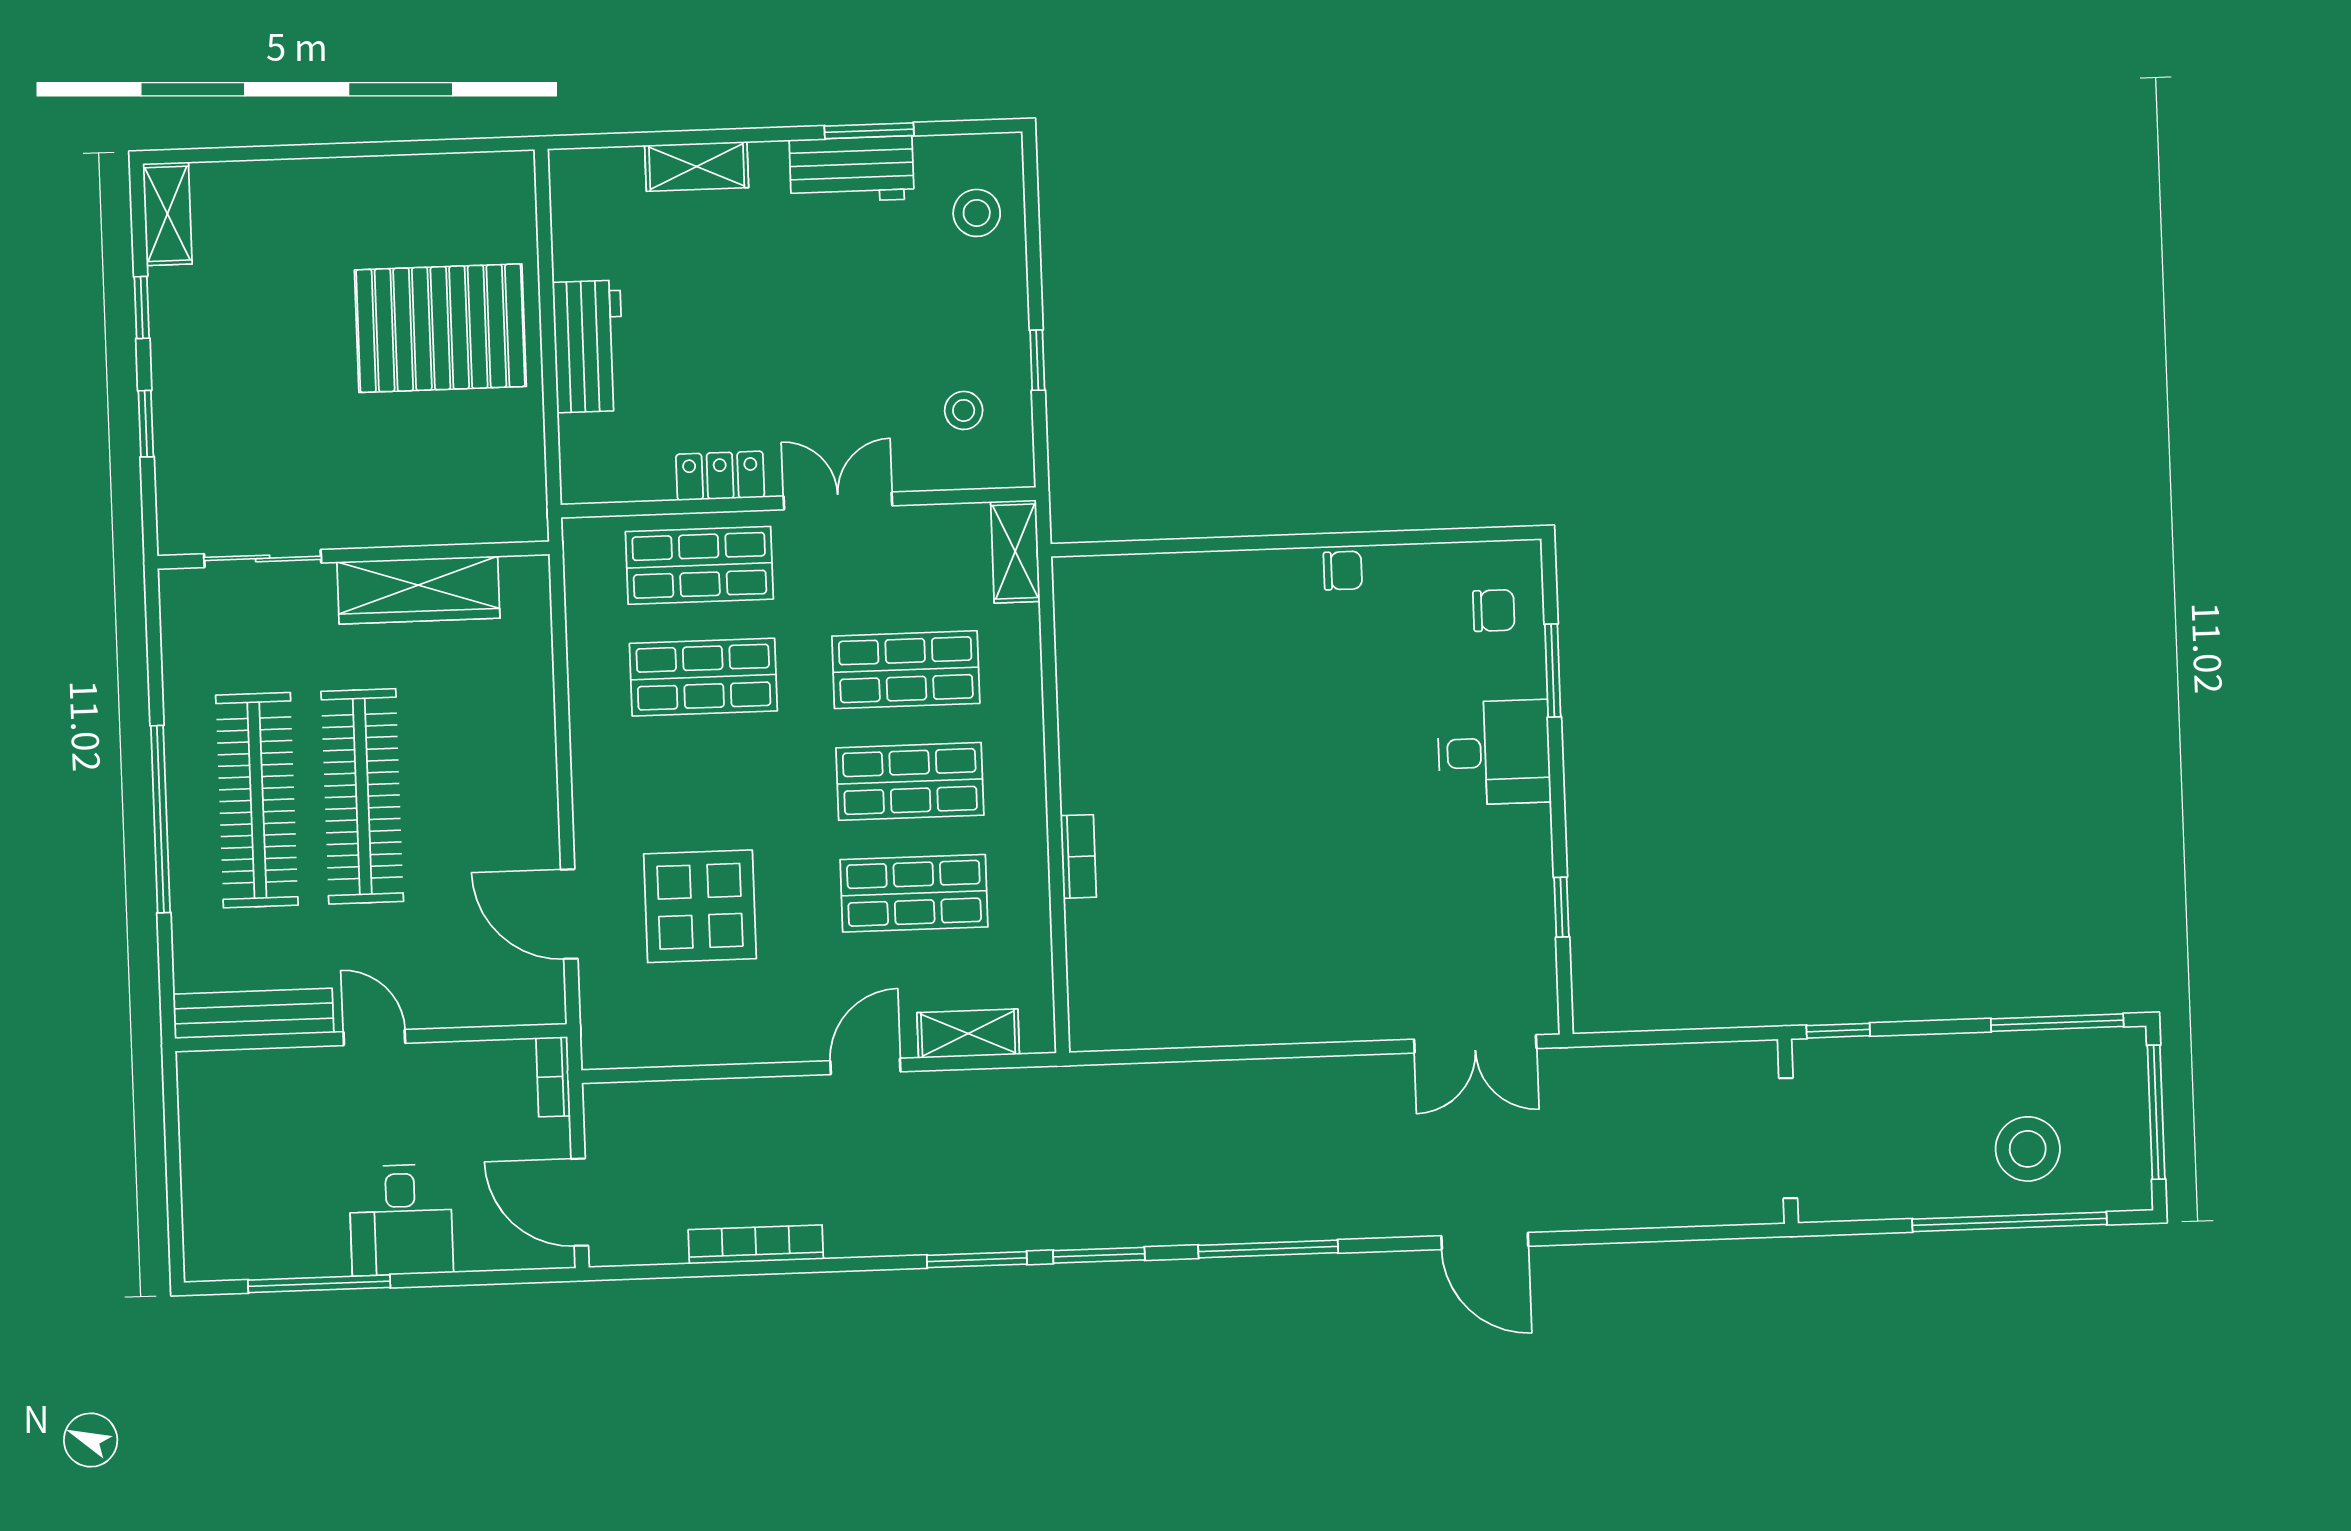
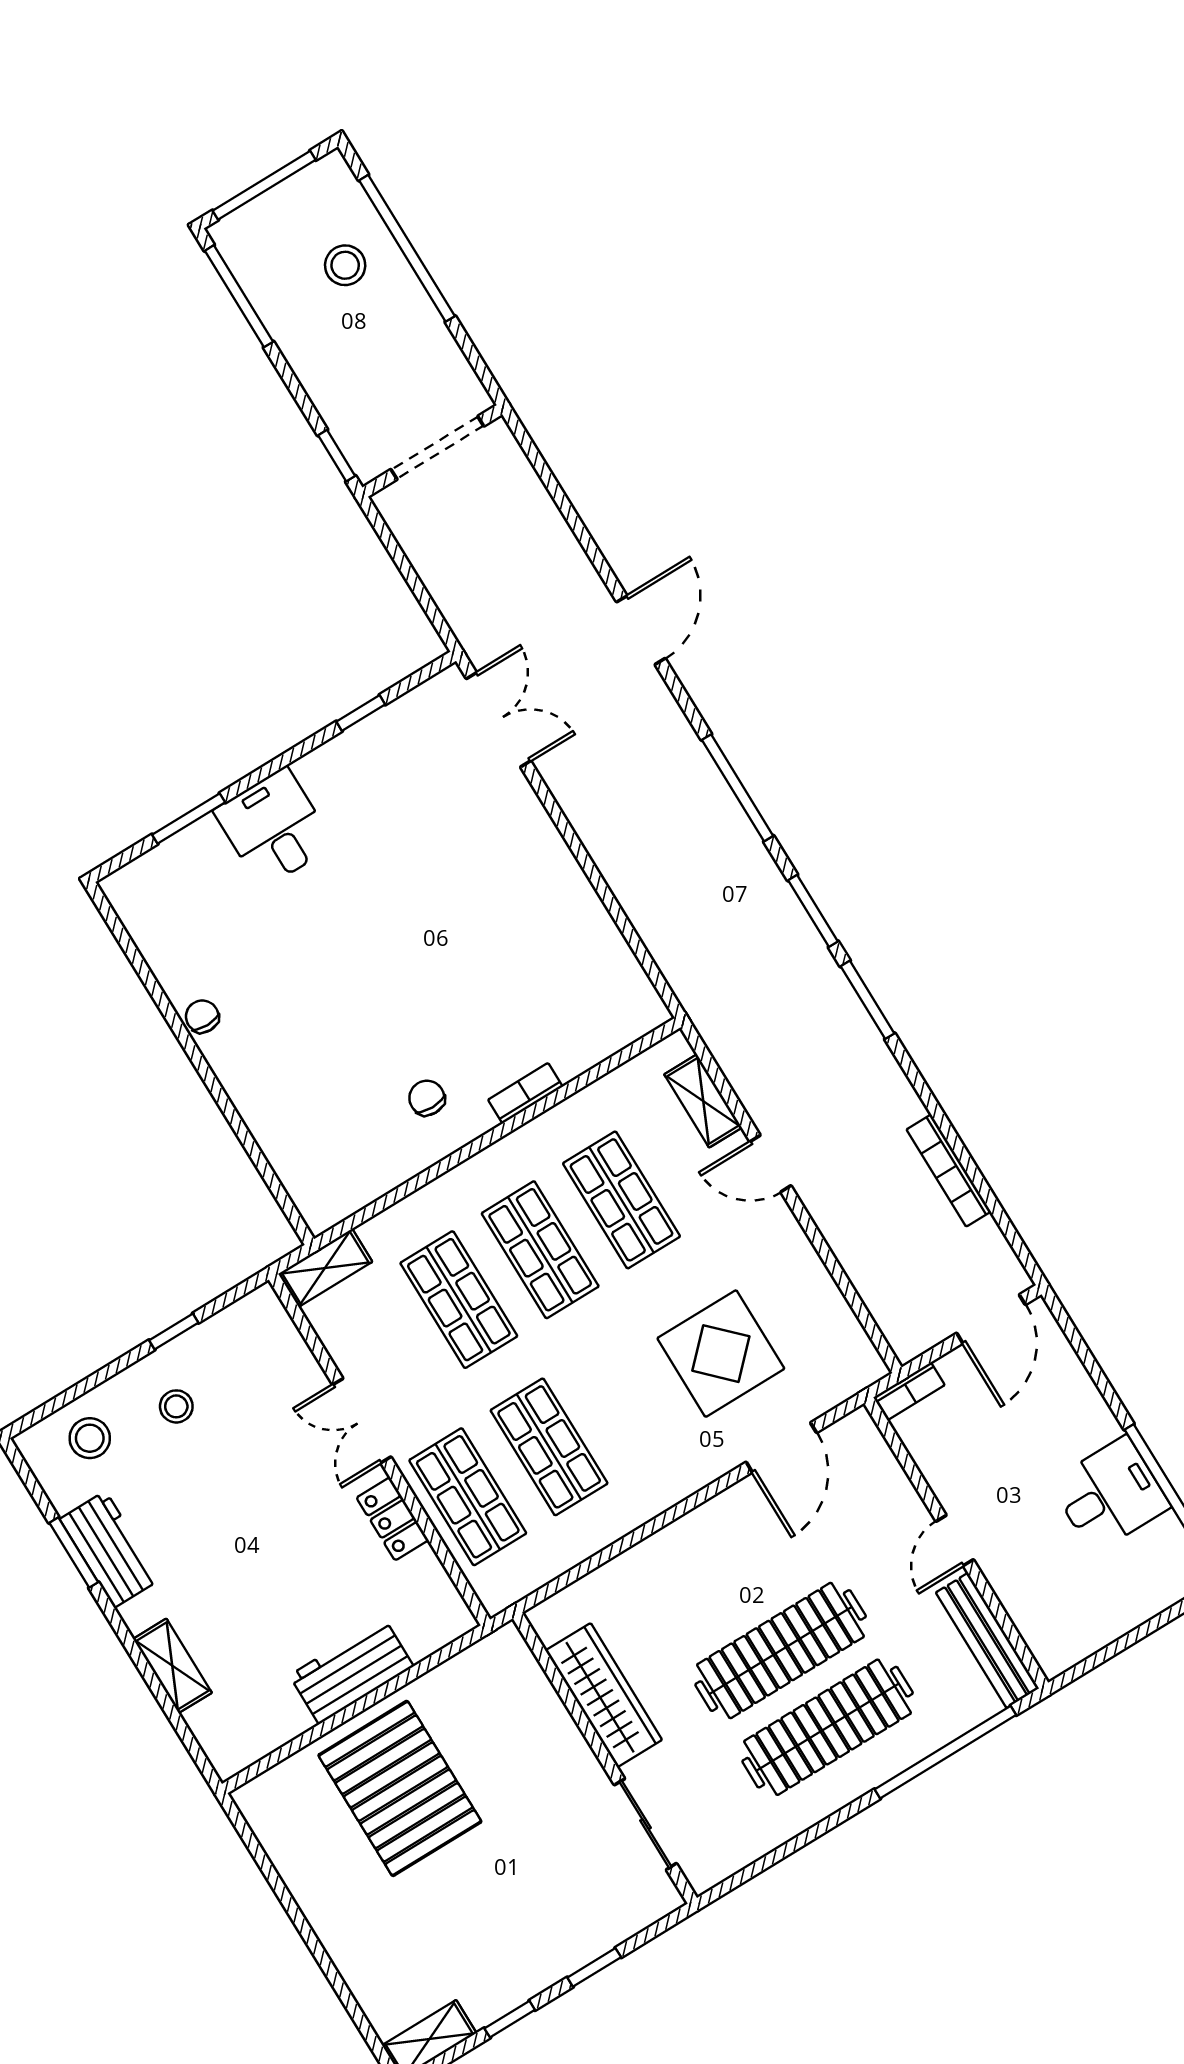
stool: (964, 410) -> (176, 1406), moved
chair: (1494, 610) -> (427, 1098), moved
window: (160, 819) -> (945, 1752), moved
stool: (2028, 1149) -> (345, 265), width x0.73, depth x0.73
desk: (401, 1220) -> (1110, 1495), moved

